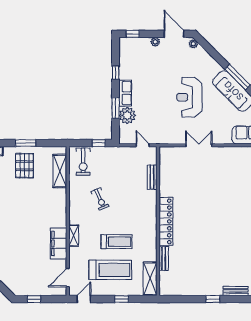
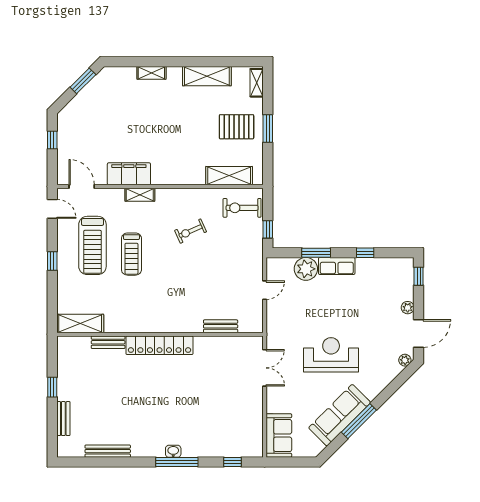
bench: (152, 177) -> (221, 326), moved
wall: (158, 221) -> (160, 334), moved
locker: (166, 221) -> (159, 345), moved
bench: (164, 259) -> (108, 342), moved
shelving: (150, 279) -> (80, 323), moved

